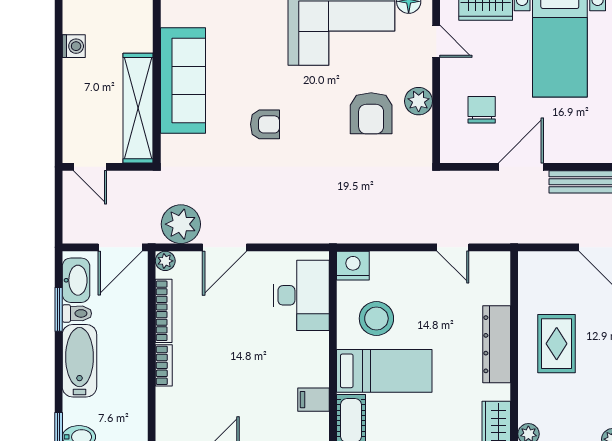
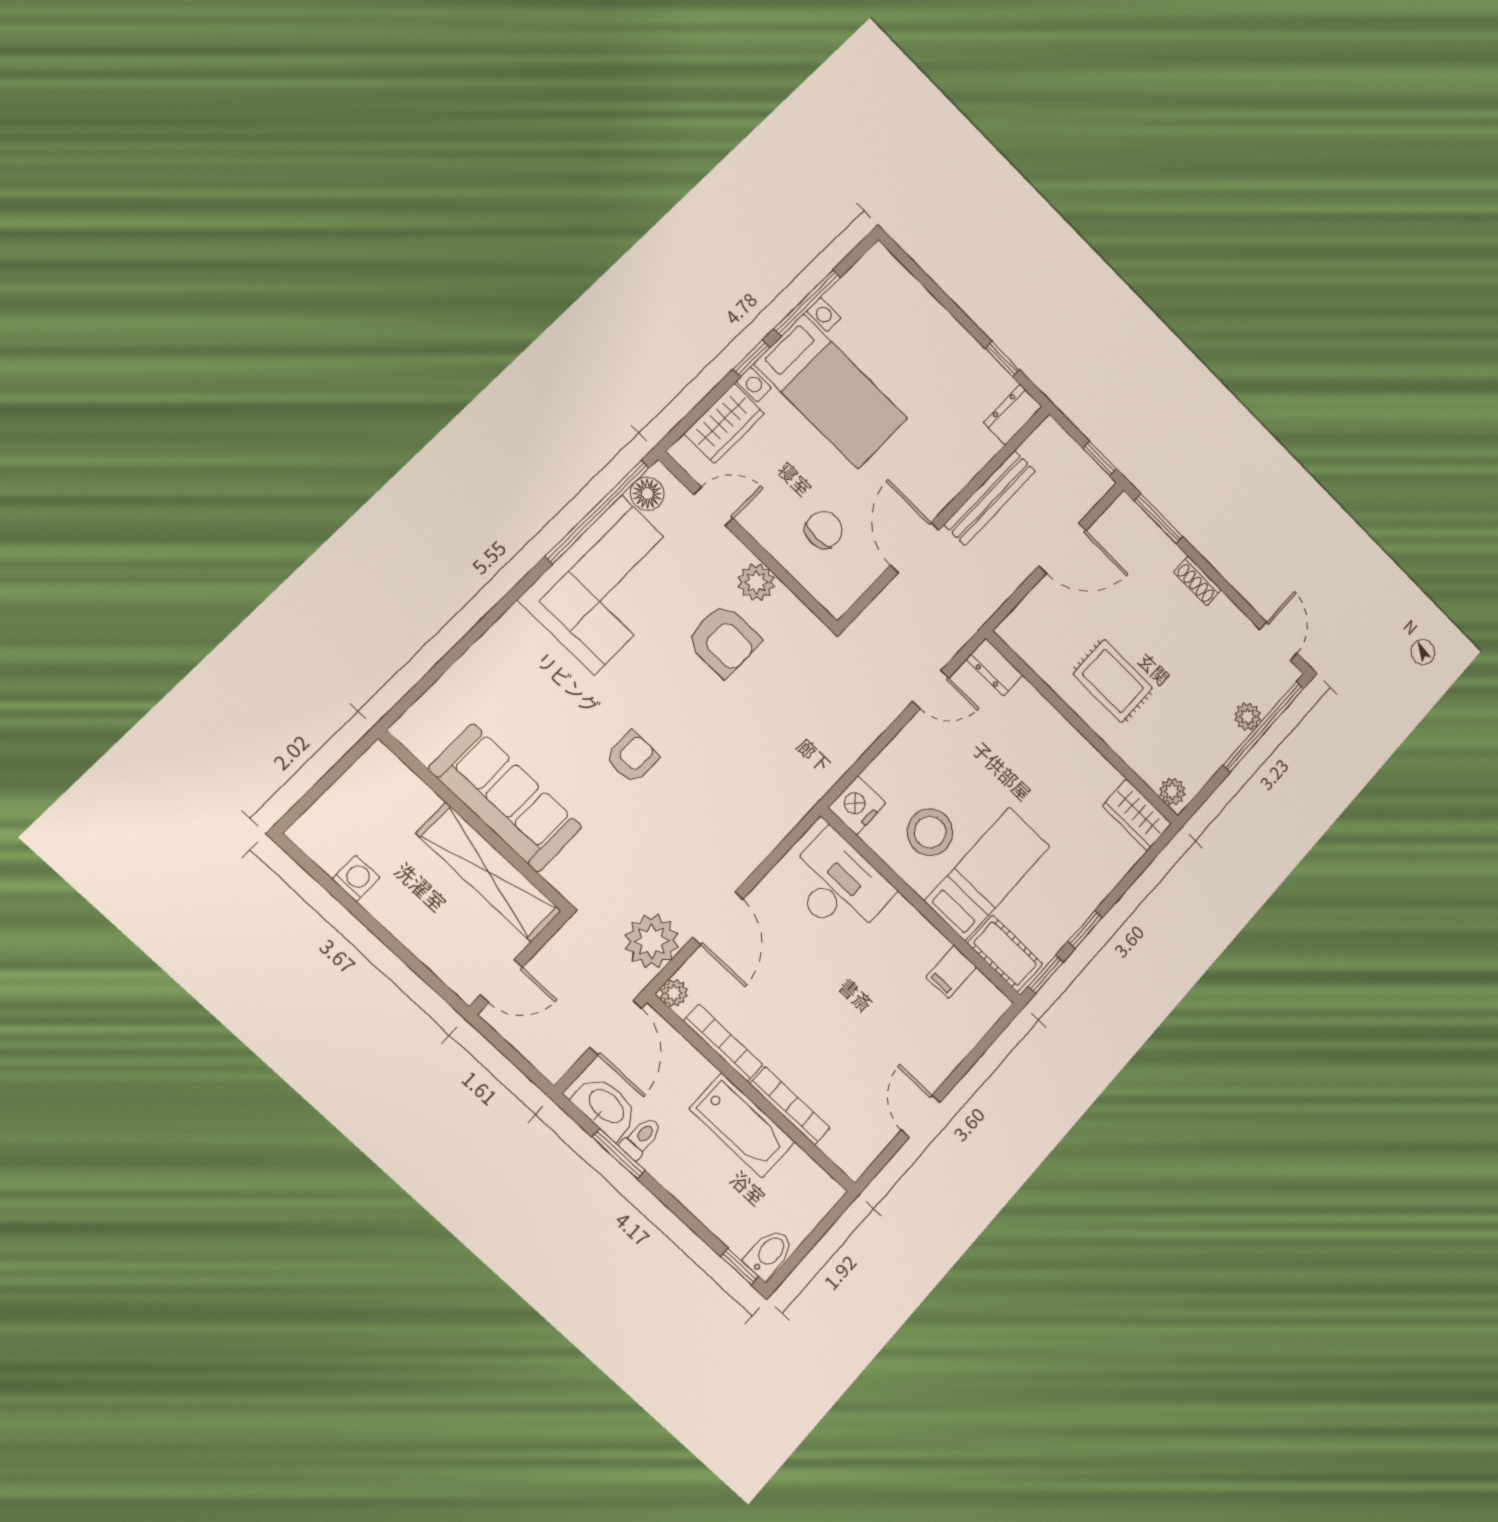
chair: (482, 110) -> (824, 530), turned 90
dresser: (497, 344) -> (995, 667), moved, width x0.51, depth x0.80
bathtub: (79, 361) -> (742, 1125), moved, turned 180
bookcase: (164, 365) -> (790, 1106), width x1.56

